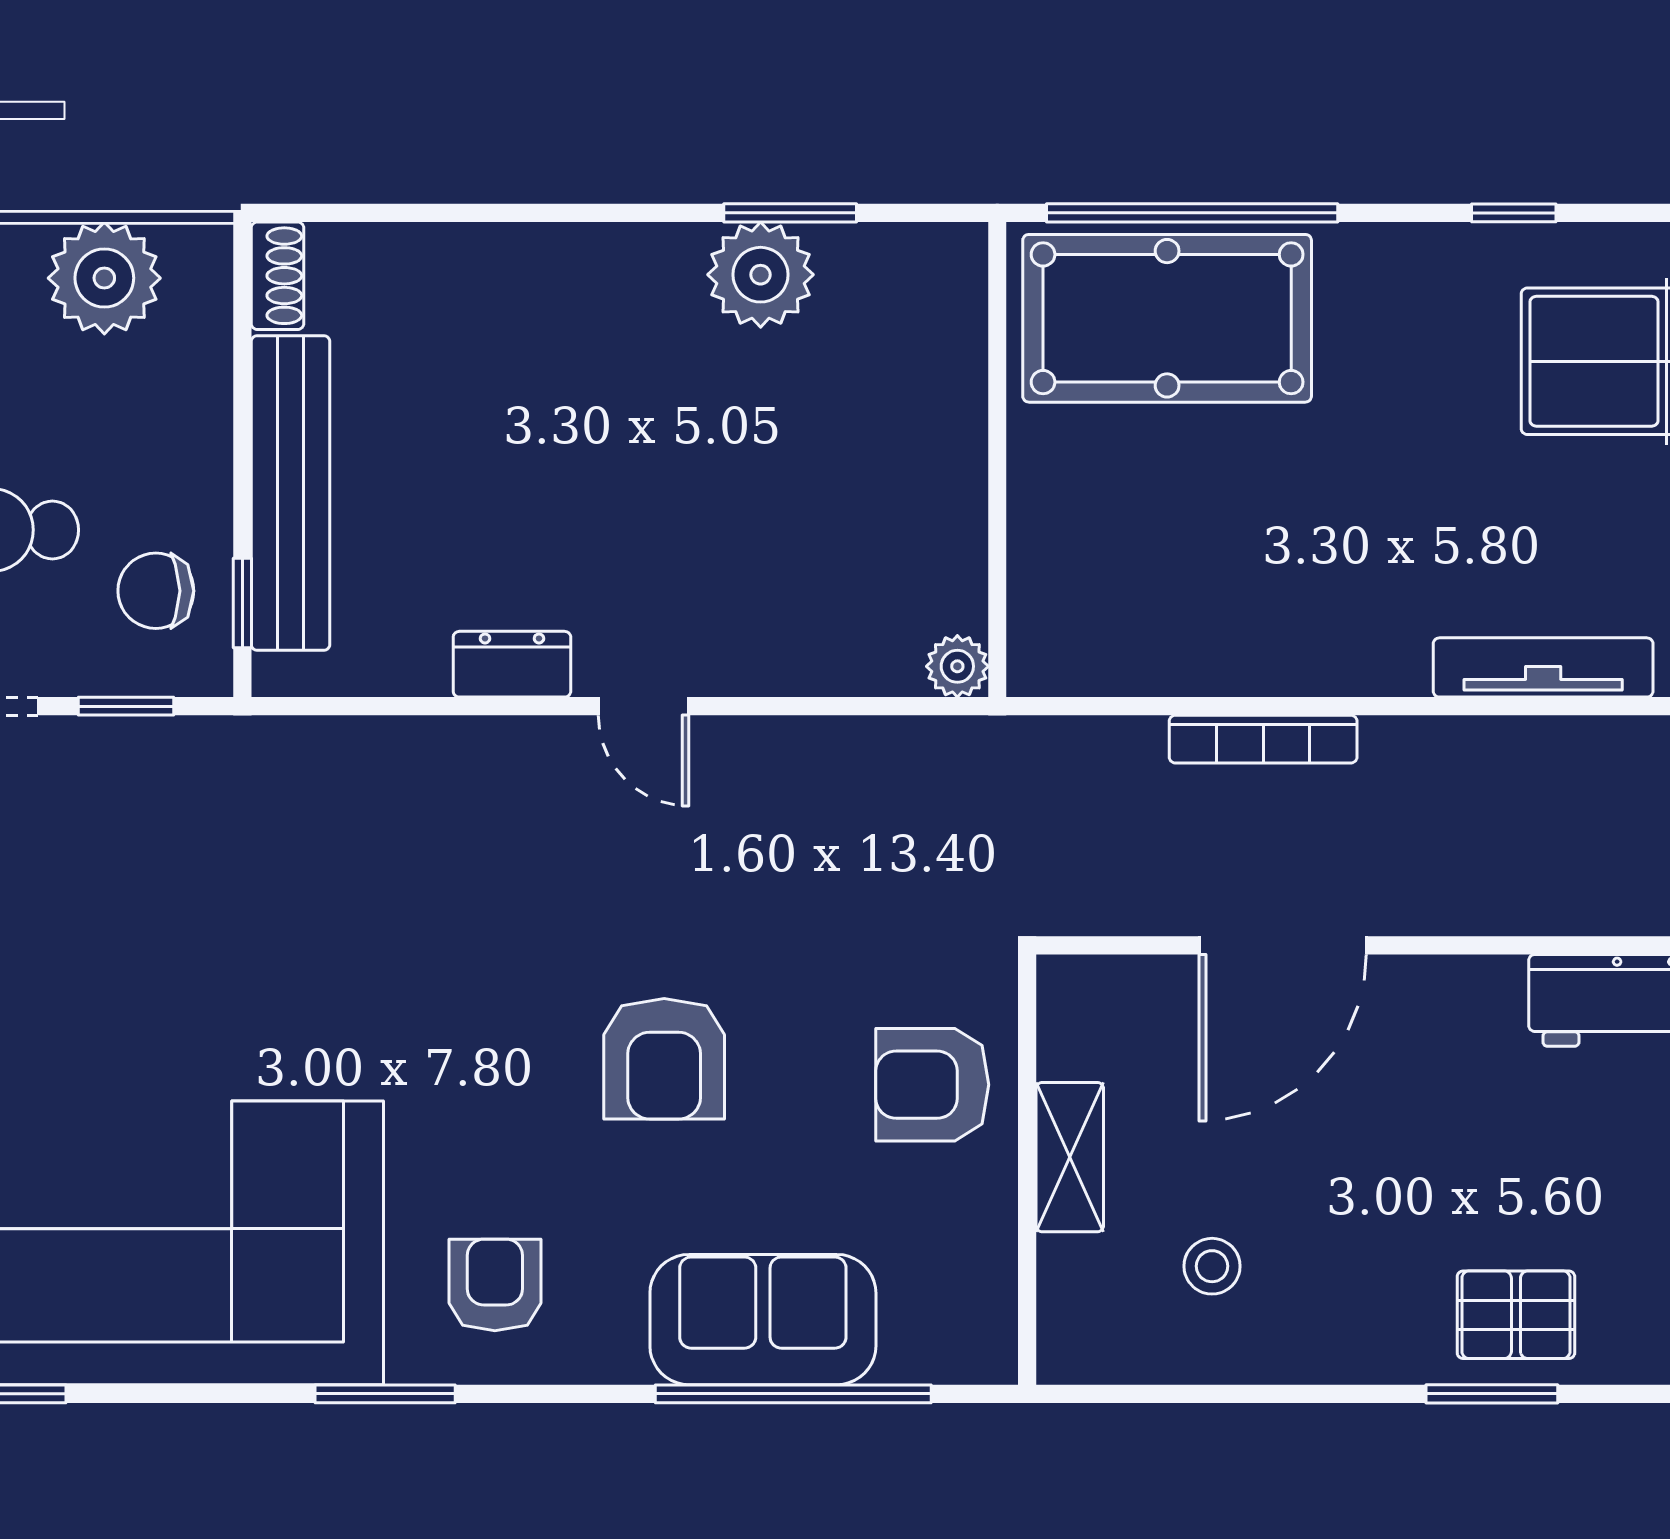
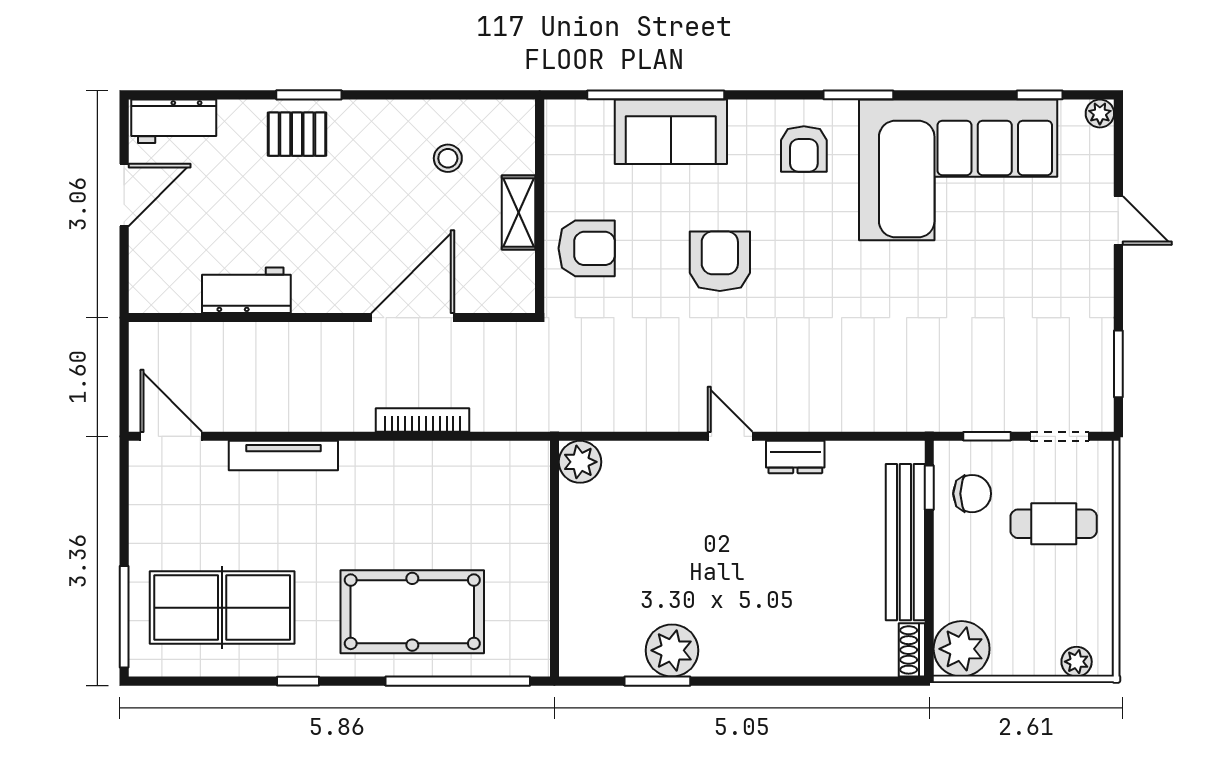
plant: (104, 278) -> (962, 649), moved
pool table: (1167, 318) -> (412, 612), moved
plant: (957, 666) -> (580, 462), width x1.38, depth x1.38

